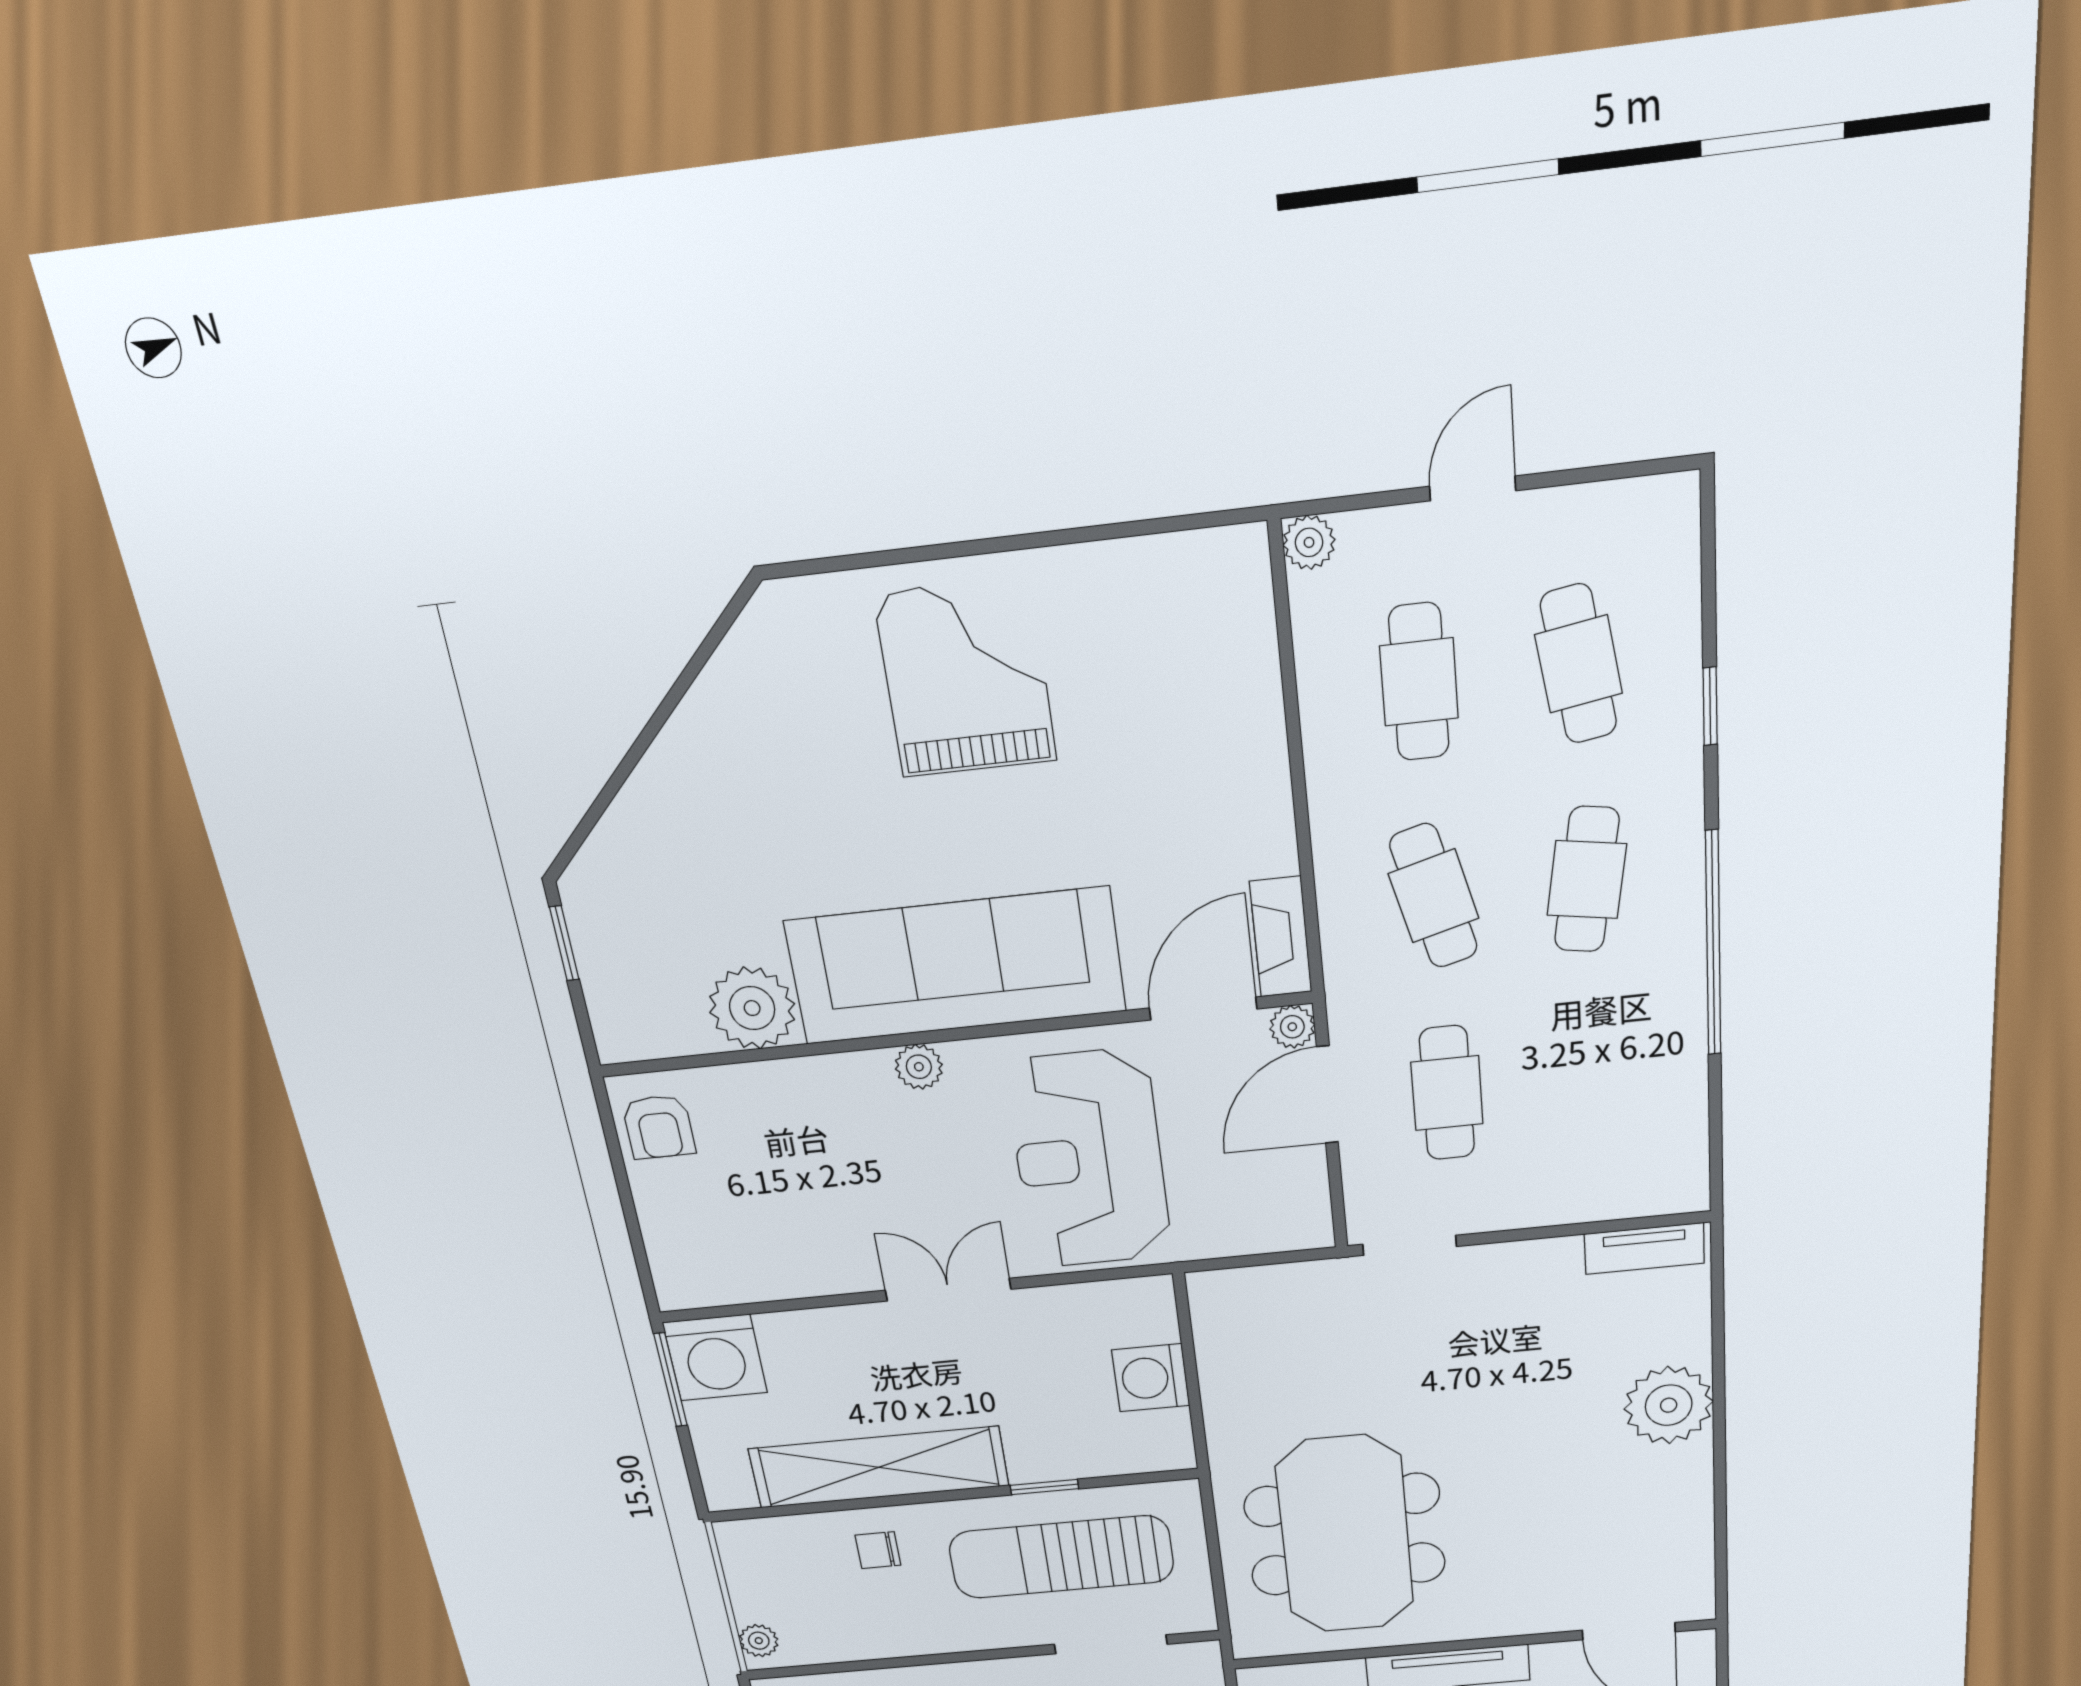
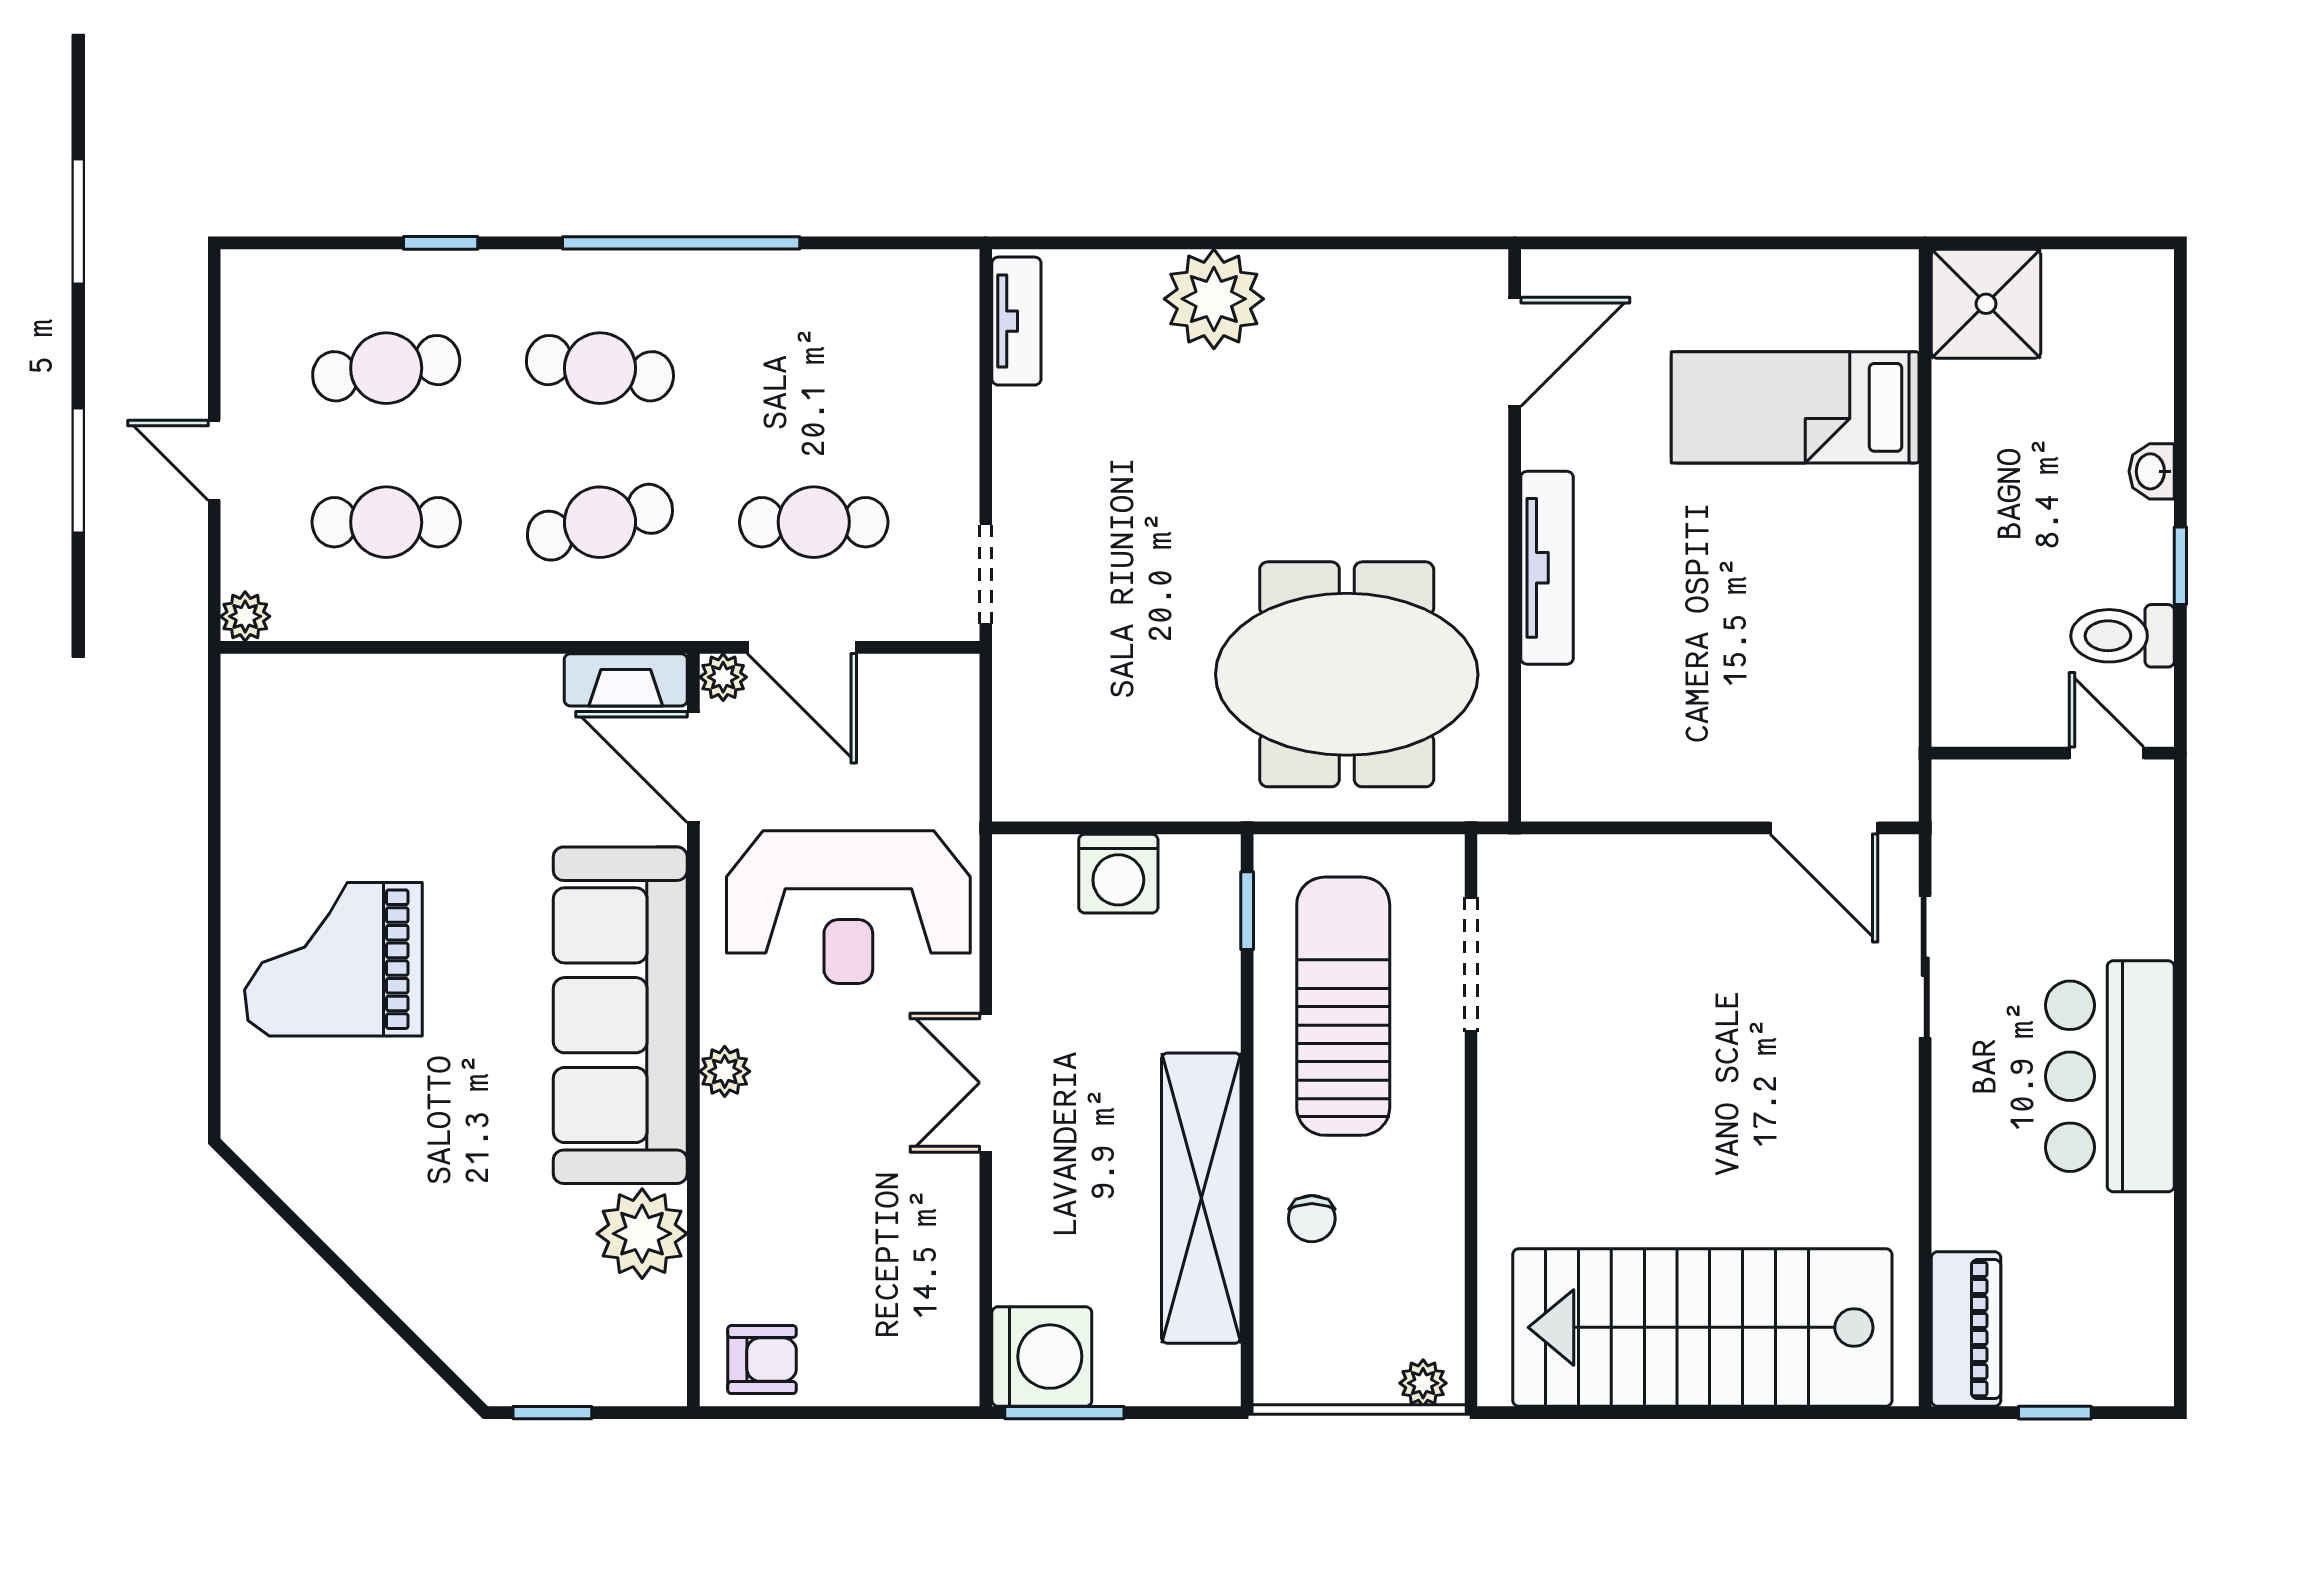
window: (1044, 1487) -> (1247, 911), moved
sun lounger: (1061, 1557) -> (1343, 1006), turned 180

